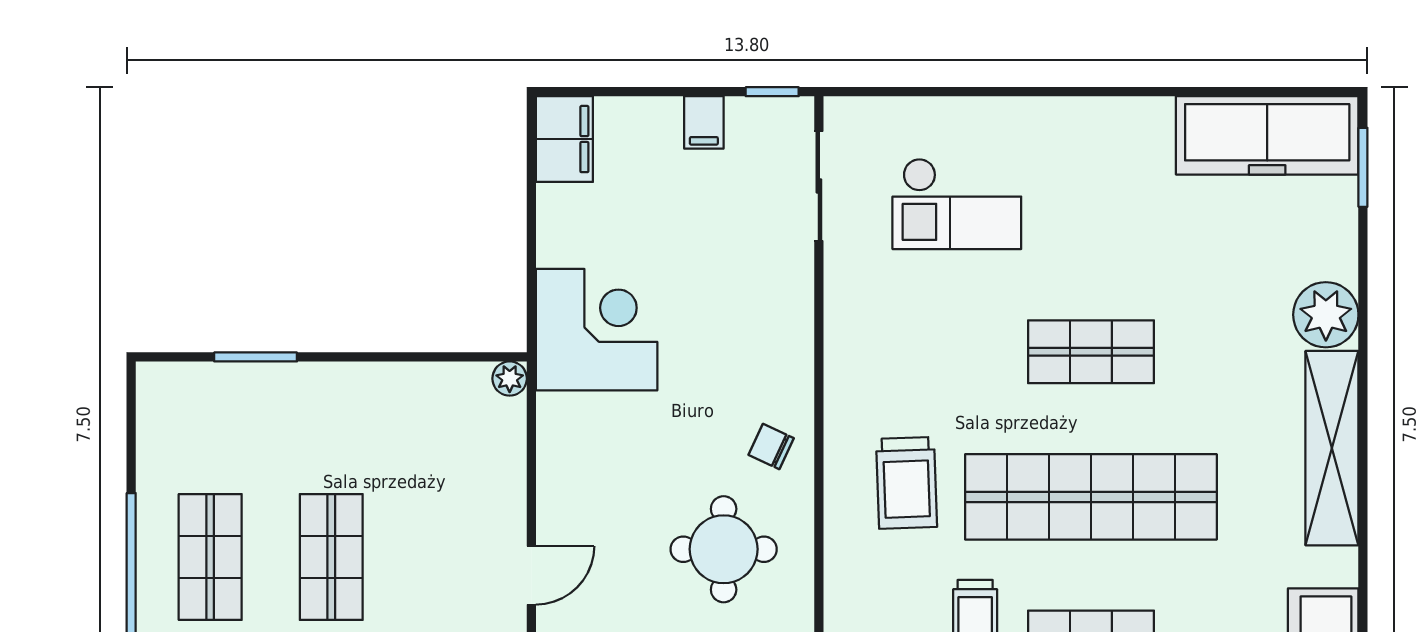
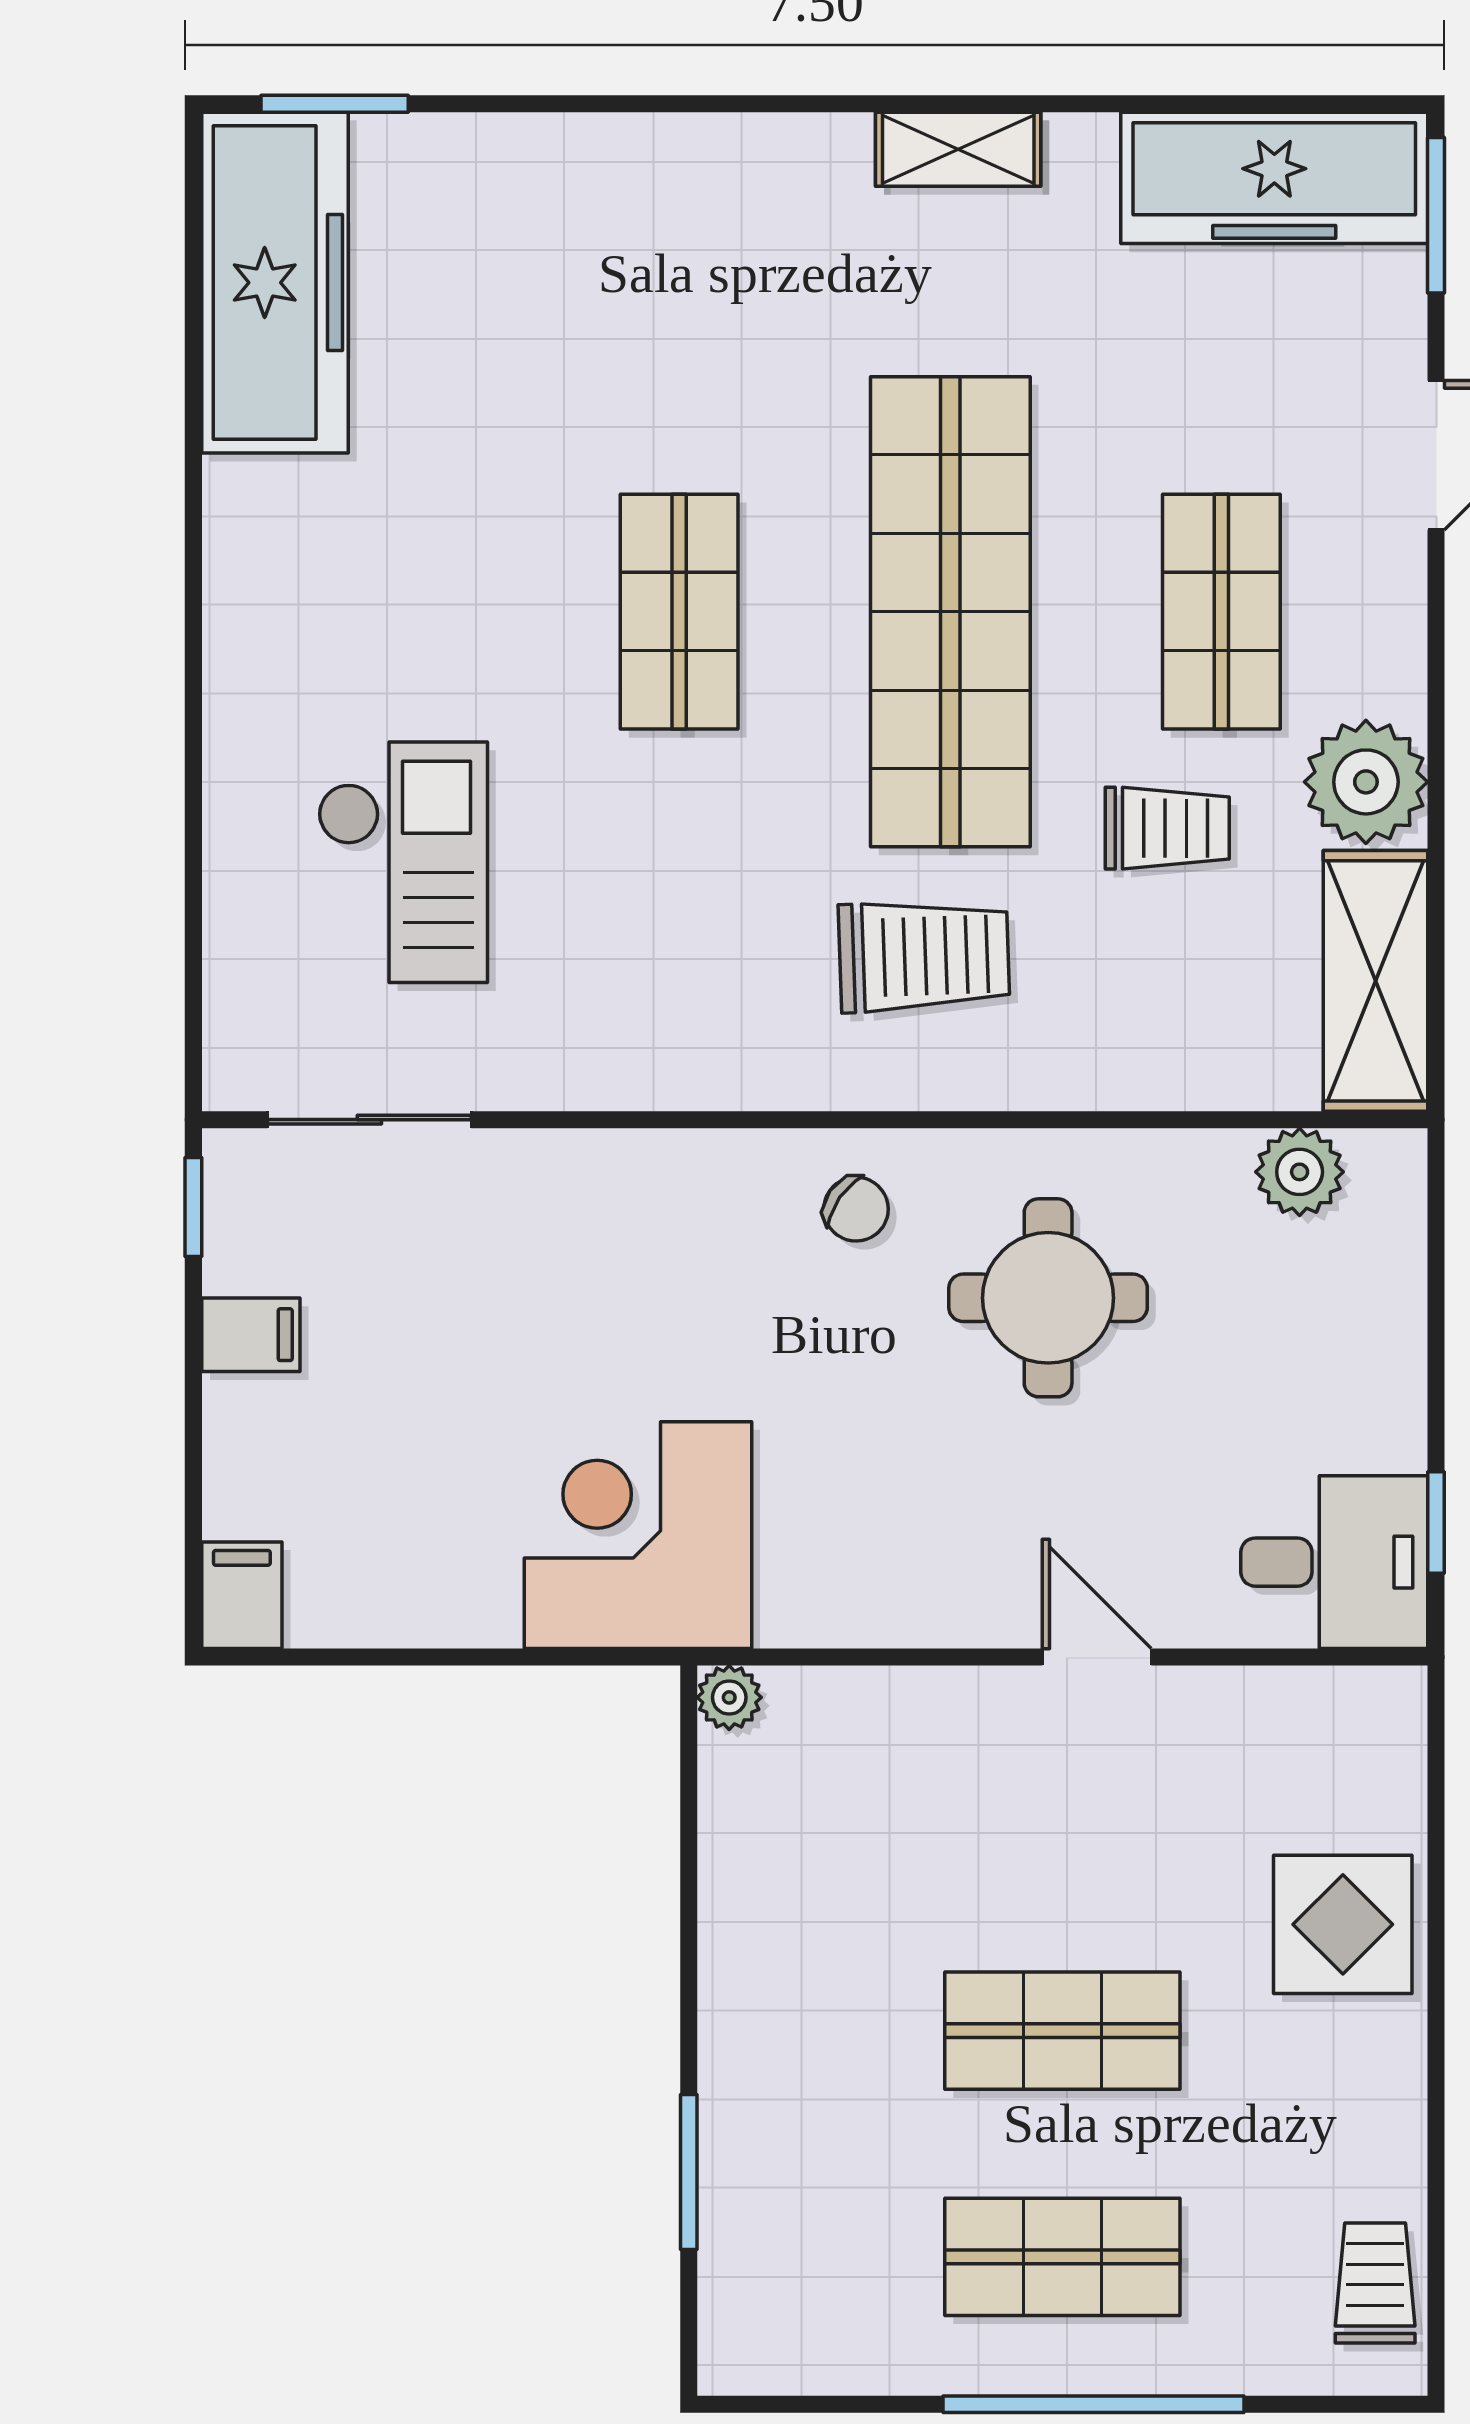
filing cabinet: (564, 139) -> (242, 1595), width x0.50
plant: (1326, 315) -> (610, 173), removed
chair: (771, 446) -> (856, 1209), turned -80
shelving: (1332, 448) -> (958, 149), width x0.45, depth x0.75

